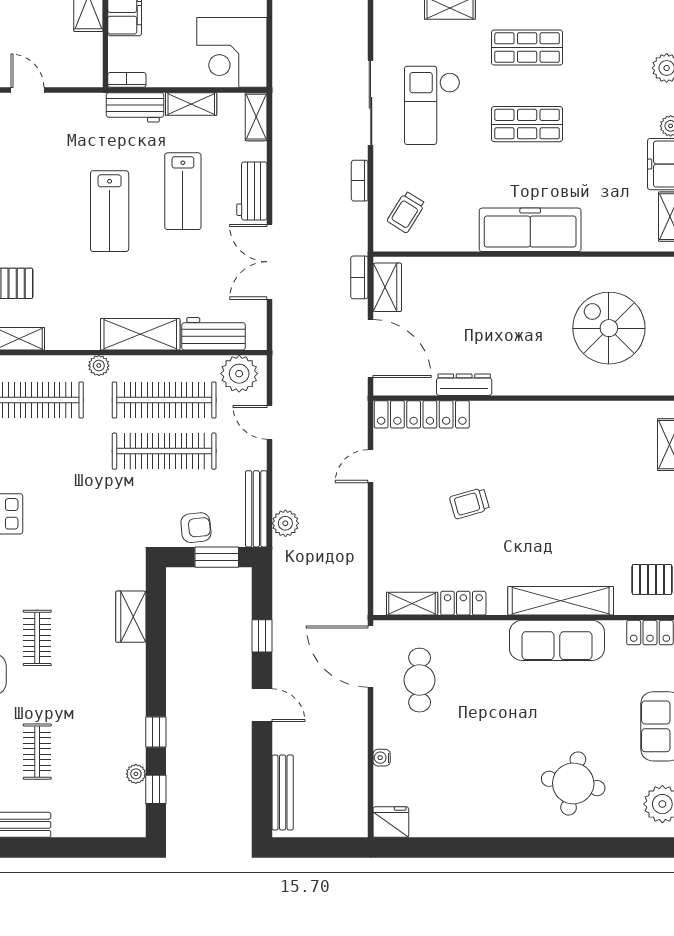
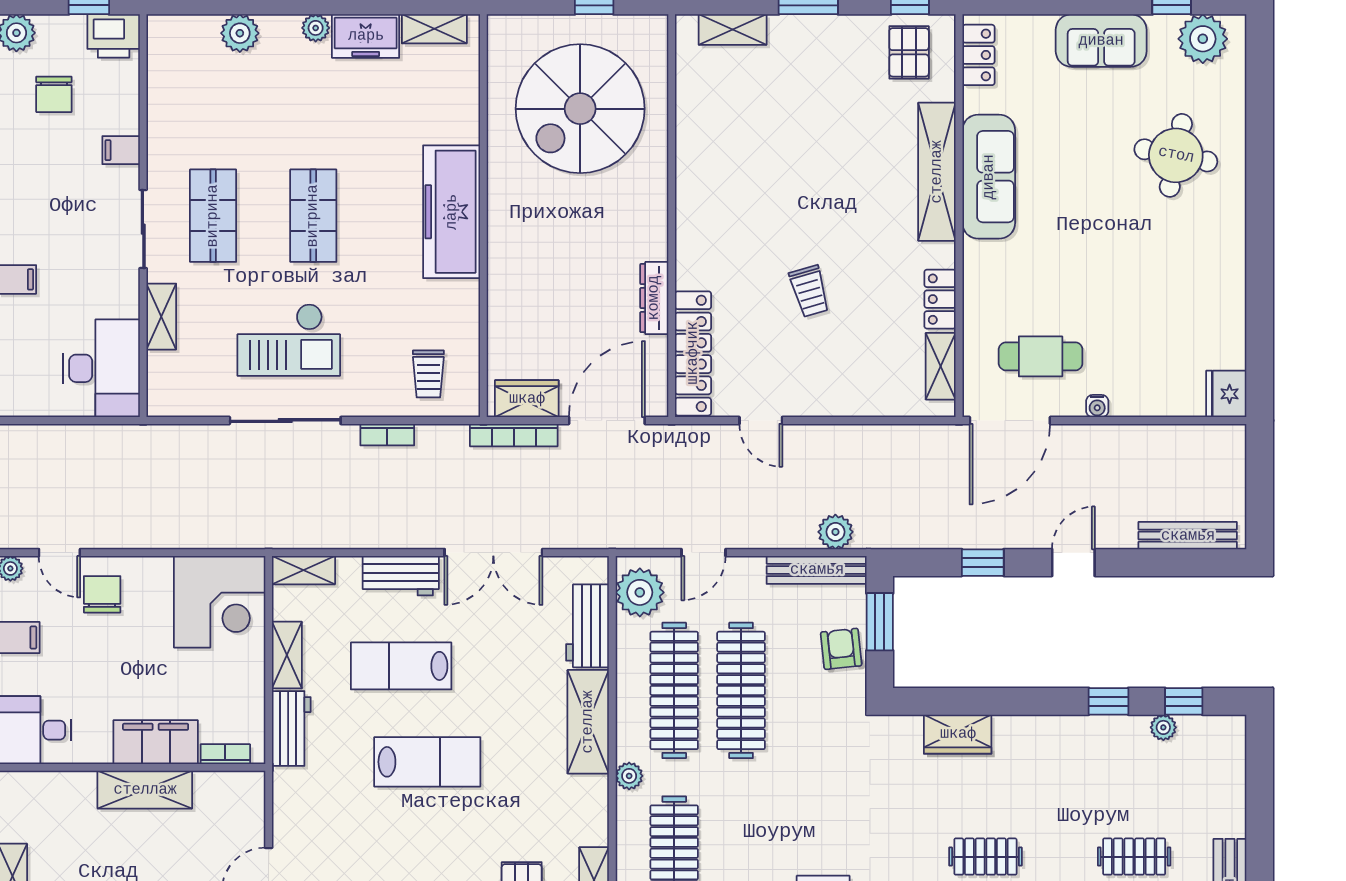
bookcase: (127, 80) -> (225, 754), moved, turned 90
lab bench: (183, 191) -> (401, 666), turned 180
trolley: (406, 212) -> (428, 374), turned 58
bookcase: (359, 277) -> (514, 435), width x1.56
spiral stairs: (609, 328) -> (580, 109), width x1.37, depth x1.37
water cooler: (382, 758) -> (1097, 406), moved

